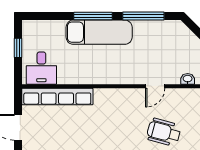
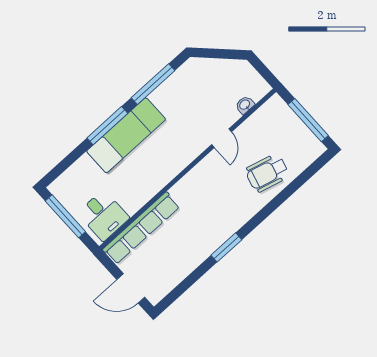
window: (18, 48) -> (65, 216), width x2.17

